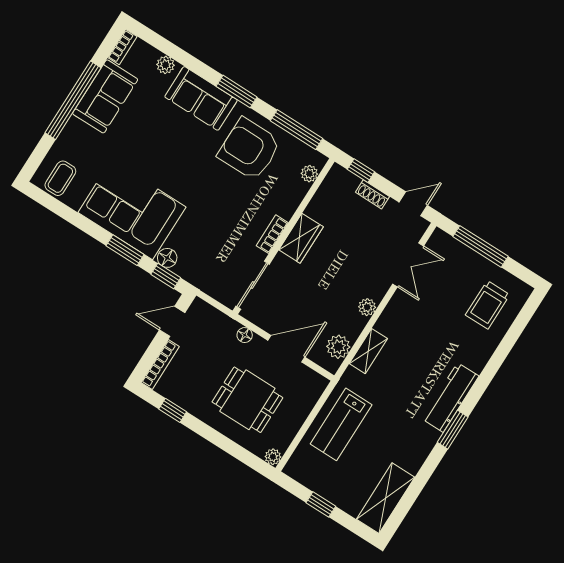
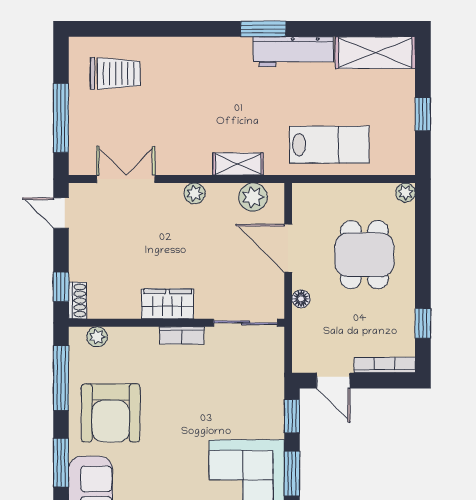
shoe rack: (372, 194) -> (78, 300), moved
floor lamp: (167, 258) -> (273, 426), removed
workbench: (450, 397) -> (293, 52), moved

